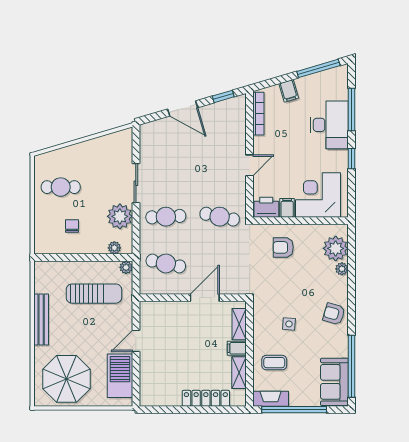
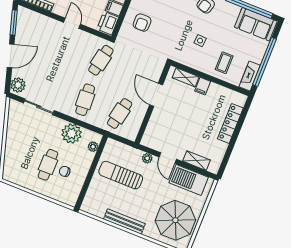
window: (223, 96) -> (14, 22), width x1.50
plant: (152, 131) -> (18, 85), added
sliding door: (136, 183) -> (39, 107), moved
cafe table: (61, 187) -> (48, 165), moved
plant: (126, 267) -> (147, 158), moved
sun lounger: (94, 294) -> (121, 175), turned -90
shelving: (239, 373) -> (197, 161), moved

